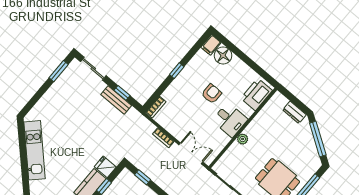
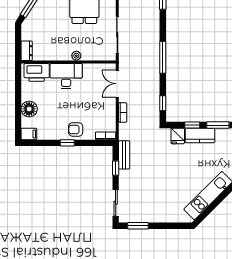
floor lamp: (223, 56) -> (29, 109), moved
armchair: (212, 94) -> (76, 129), moved
bench: (116, 100) -> (124, 155), moved
dresser: (294, 112) -> (27, 51), moved
desk: (230, 120) -> (66, 76), width x1.37

